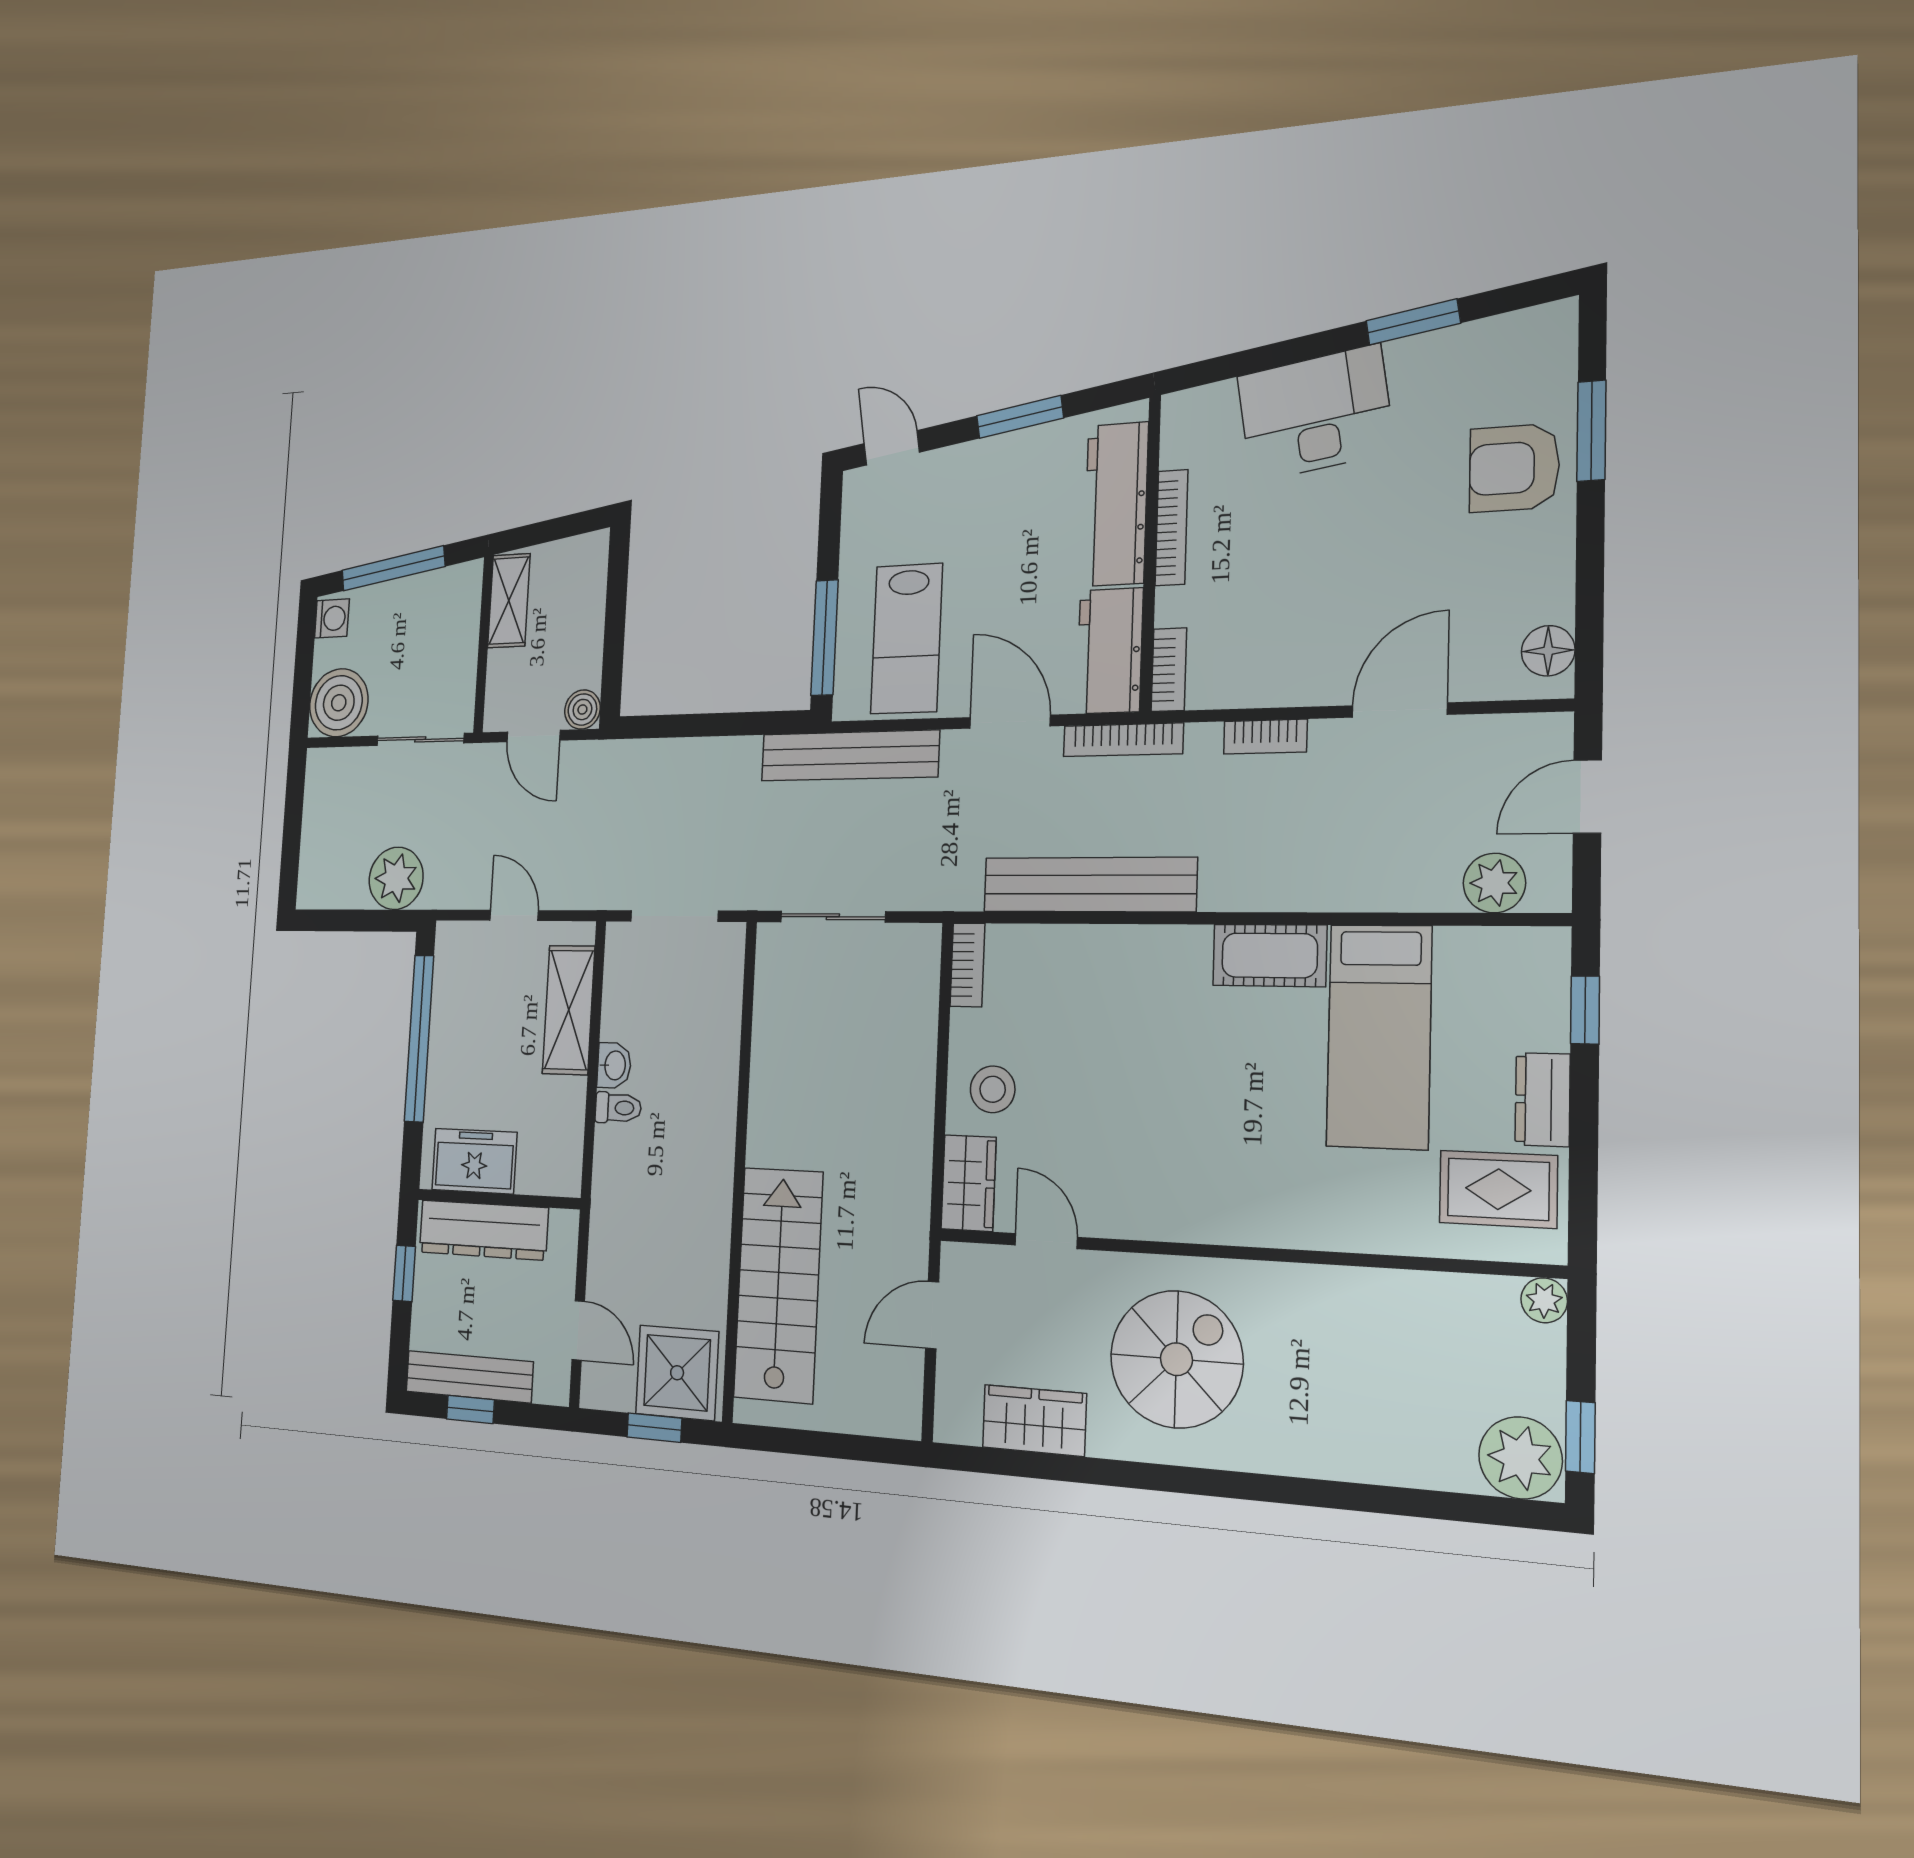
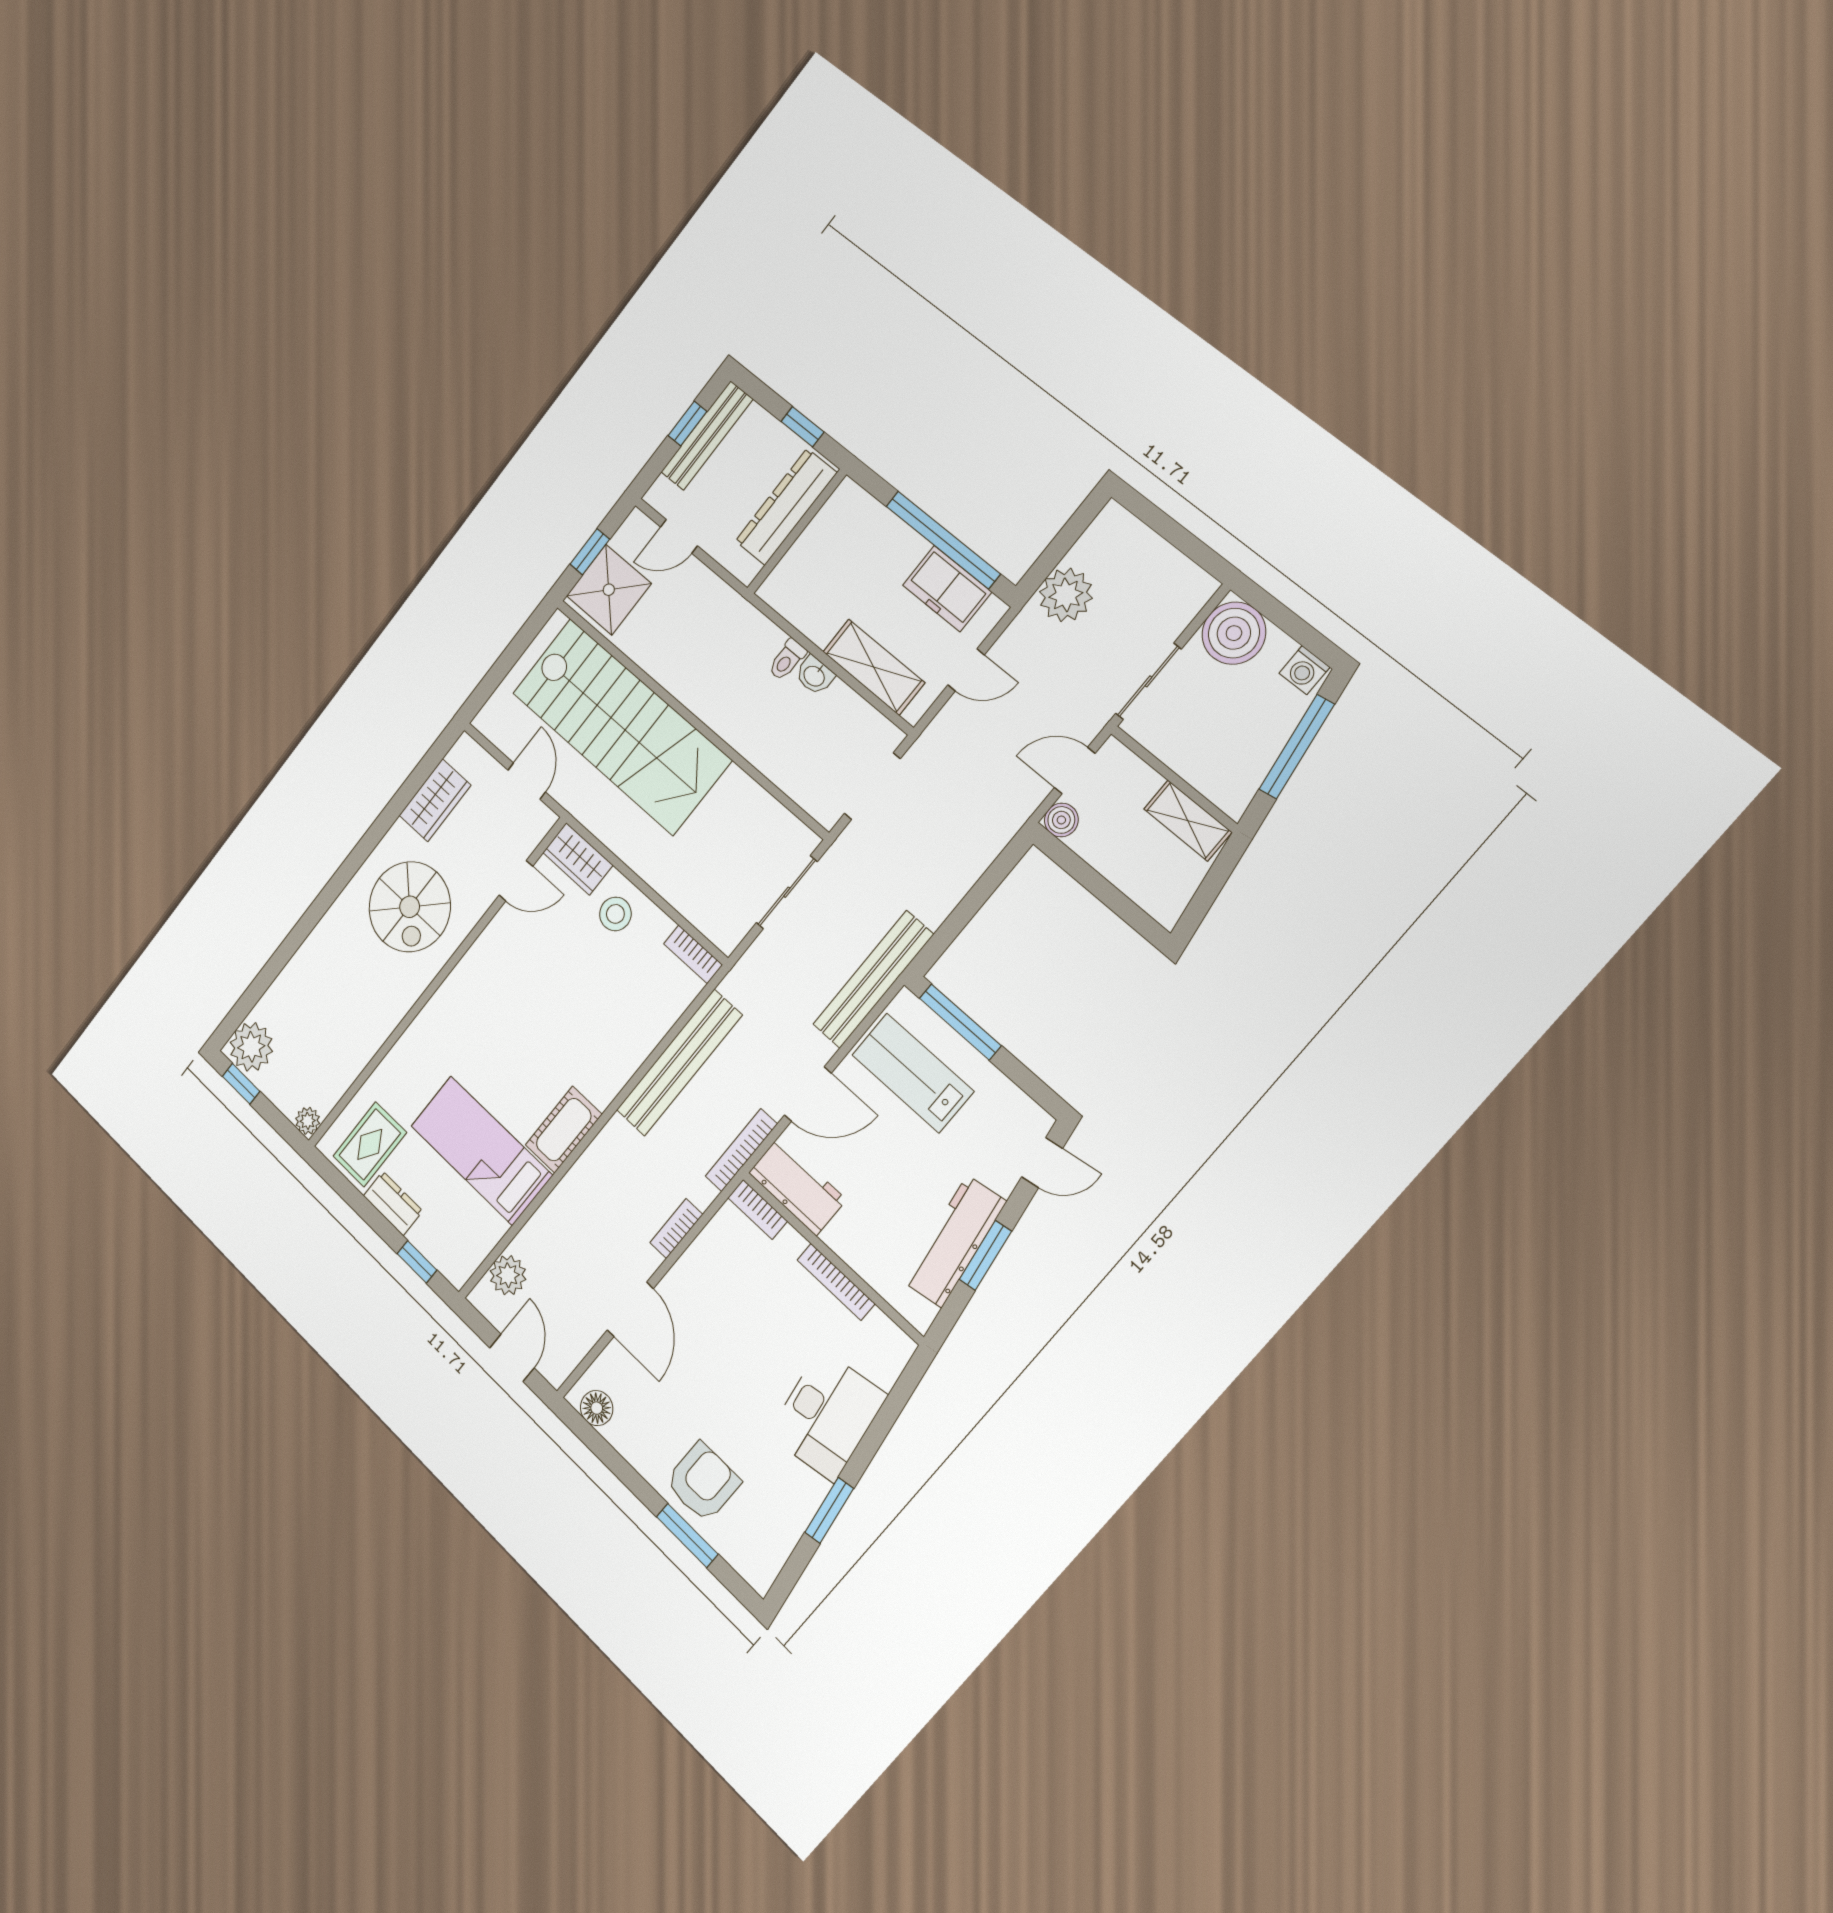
workbench: (1116, 504) -> (954, 1242), moved, turned -99
freezer: (474, 1161) -> (947, 589), moved, turned 90
stairs: (778, 1285) -> (621, 726), width x1.36, depth x1.51

